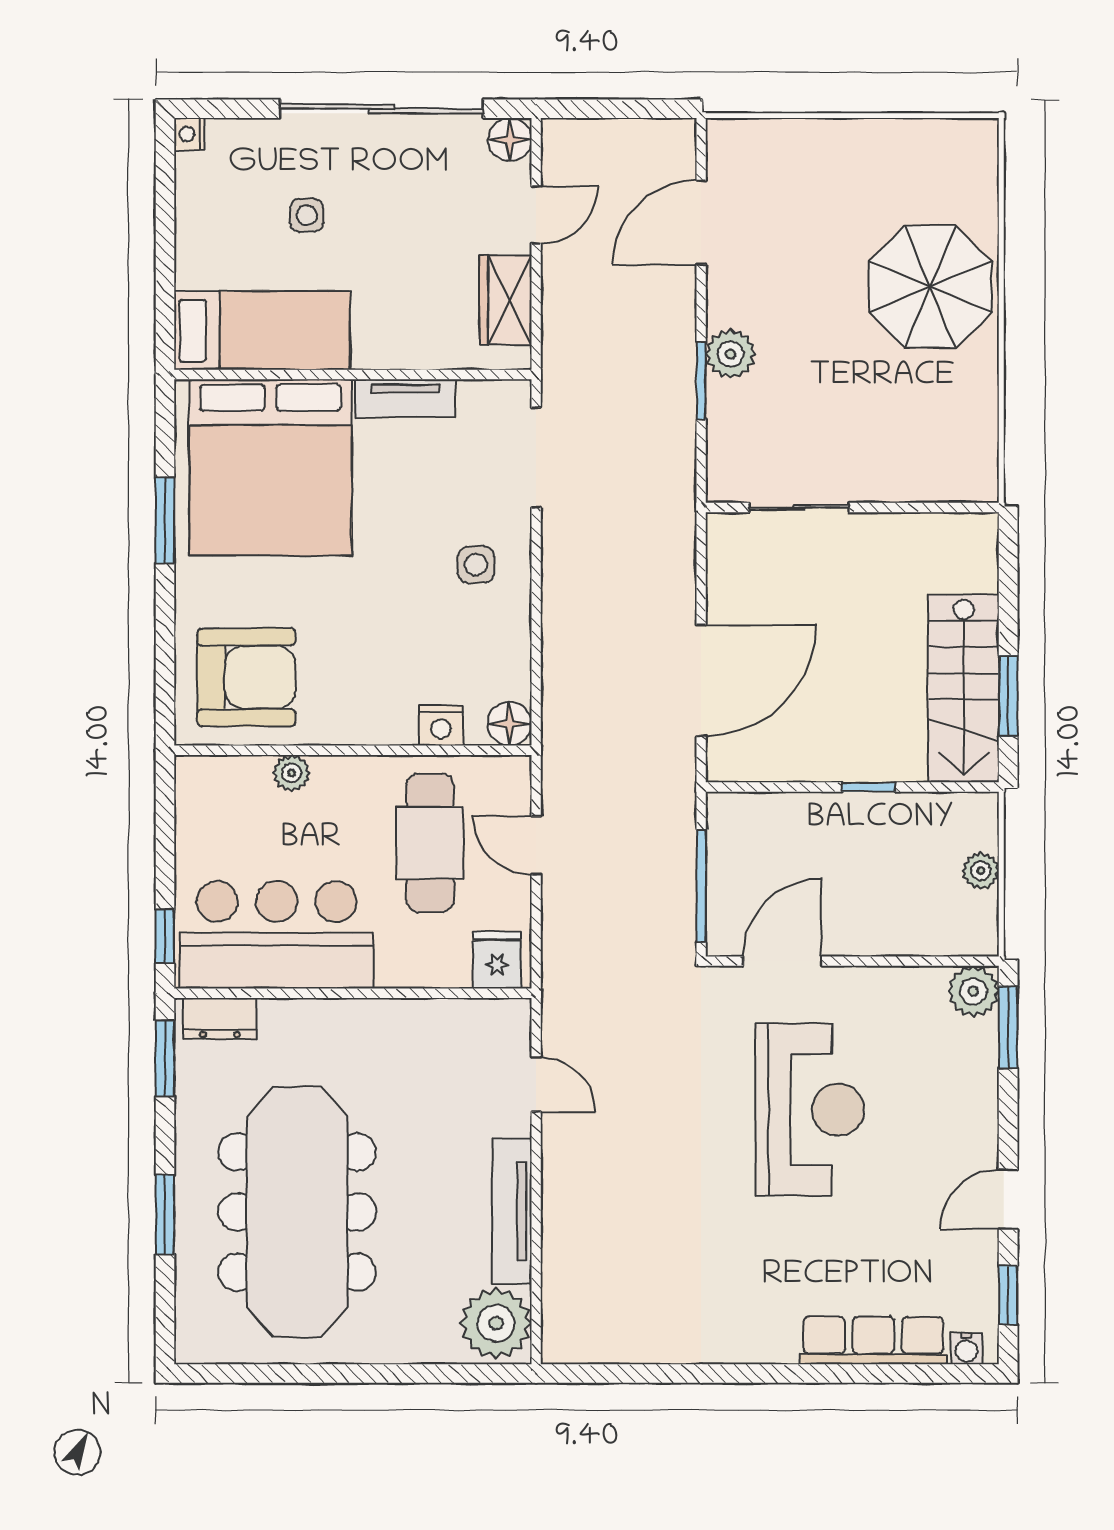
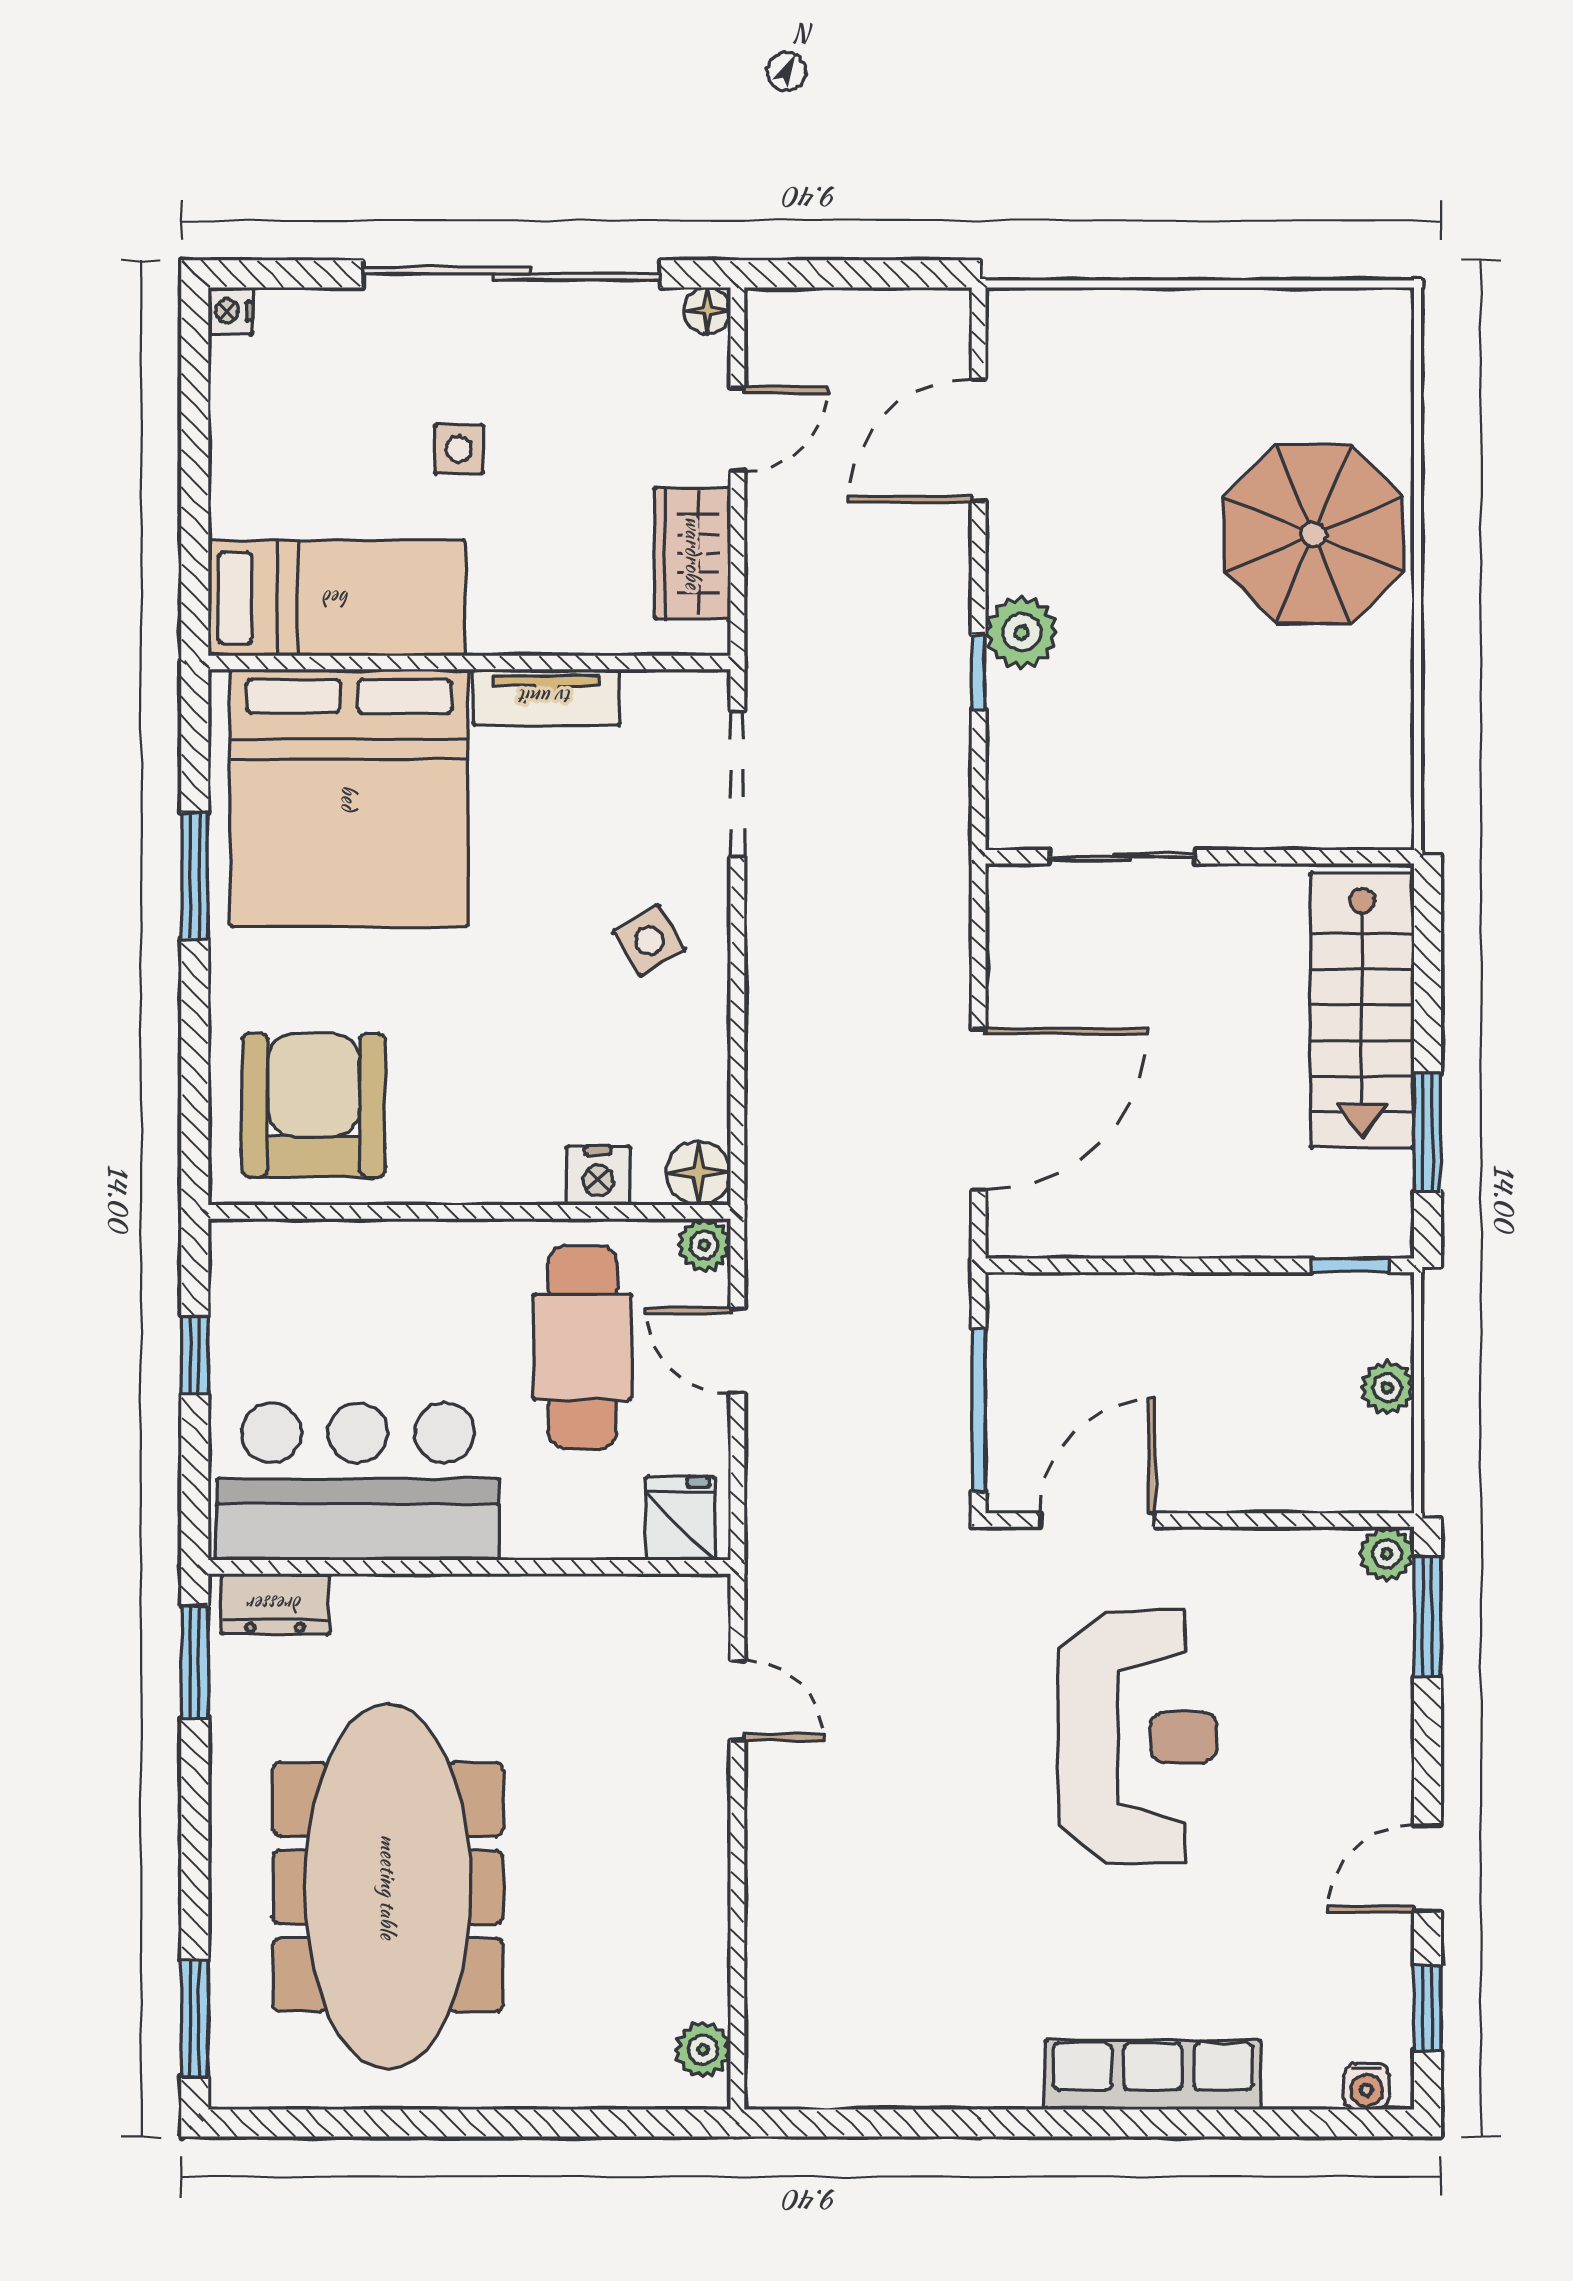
floor lamp: (510, 140) -> (707, 310), width x0.73, depth x0.73
side table: (307, 215) -> (459, 449), moved
window: (701, 381) -> (979, 672), width x0.67
side table: (476, 565) -> (649, 940), turned -31
armchair: (246, 677) -> (314, 1105), turned -90
stairs: (964, 688) -> (1362, 1010), moved
plant: (292, 773) -> (704, 1245), moved
window: (868, 787) -> (1351, 1265), moved
window: (165, 936) -> (195, 1355), moved
plant: (973, 991) -> (1387, 1554), width x0.73, depth x0.73
tv unit: (512, 1211) -> (702, 1886), removed
window: (165, 1215) -> (195, 2019), moved
plant: (496, 1323) -> (703, 2049), width x0.53, depth x0.53
row of seats: (873, 1341) -> (1153, 2075), moved

